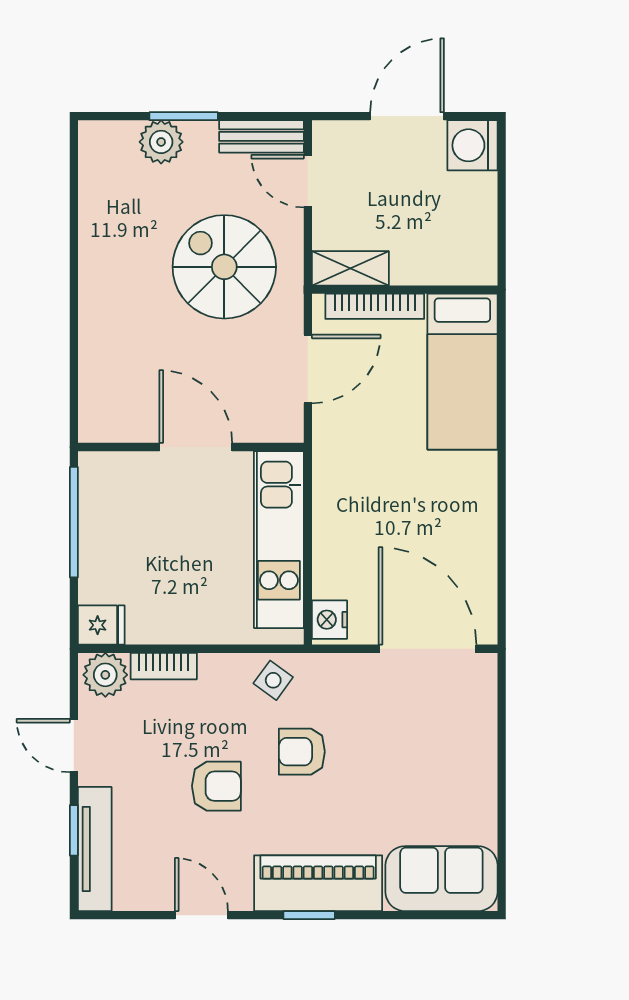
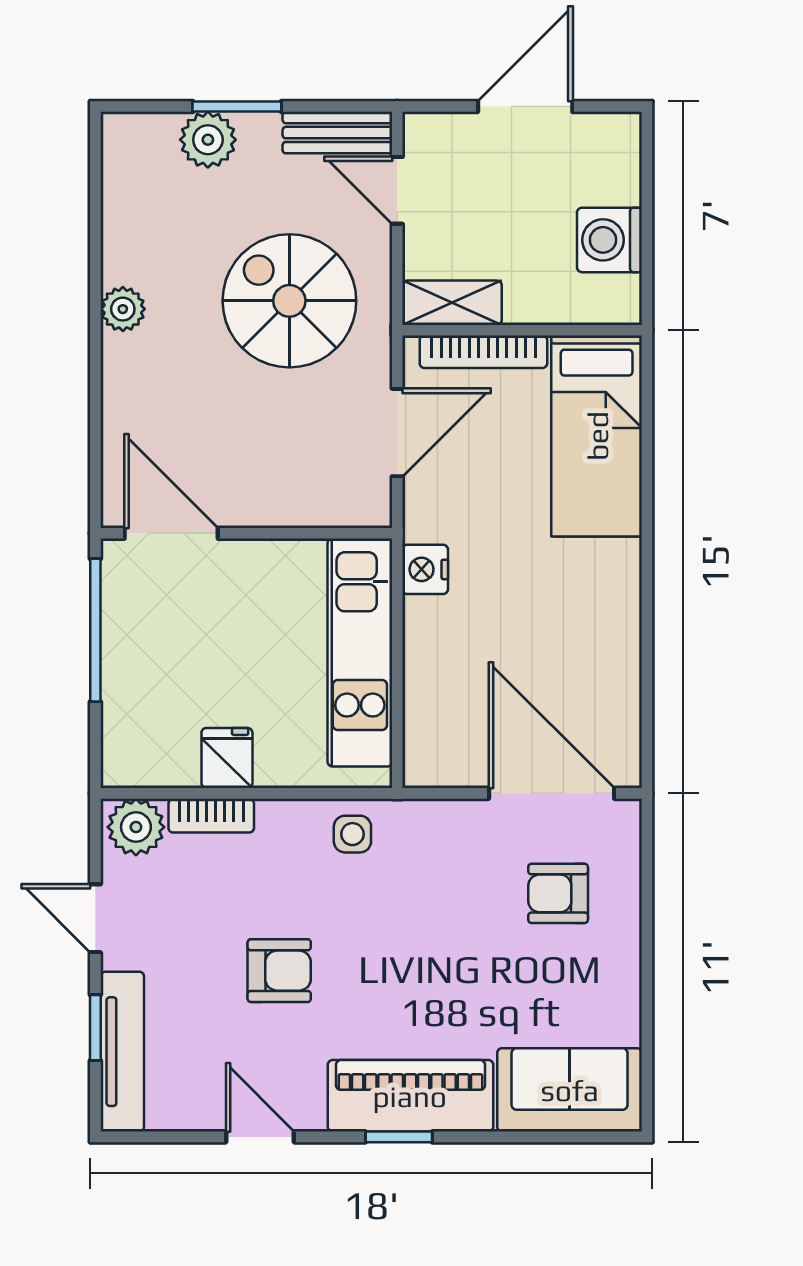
washing machine: (472, 145) -> (609, 240), moved
plant: (95, 273) -> (123, 309), added
door: (196, 447) -> (171, 533), moved
nightstand: (330, 620) -> (425, 569), moved
fridge: (101, 625) -> (227, 758), moved, turned -90
side table: (273, 680) -> (352, 834), turned -36
armchair: (302, 752) -> (558, 893), moved

